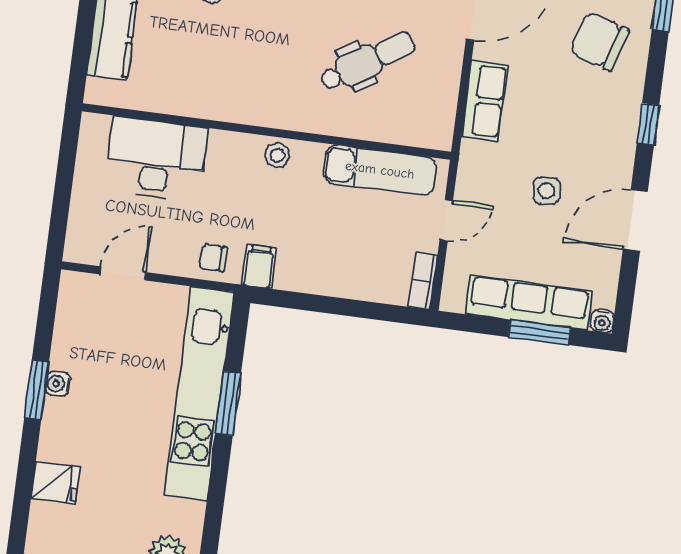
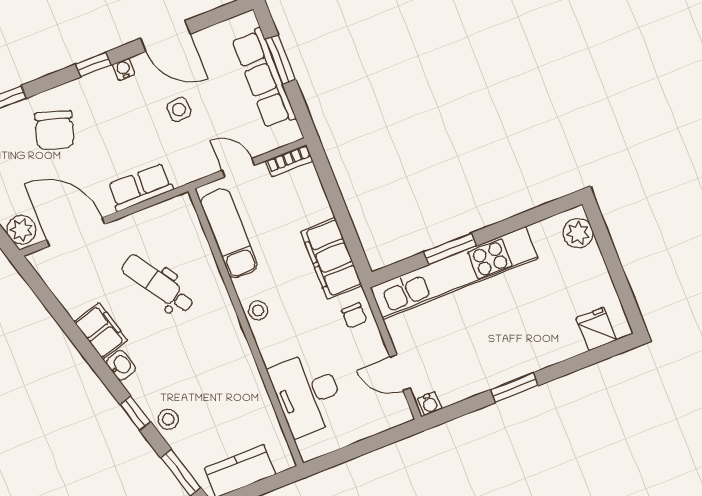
filing cabinet: (259, 267) -> (331, 259), width x3.00, depth x1.17
water cooler: (602, 321) -> (124, 69), moved, turned -90
water cooler: (58, 384) -> (430, 404), moved
fridge: (56, 482) -> (596, 329), moved

